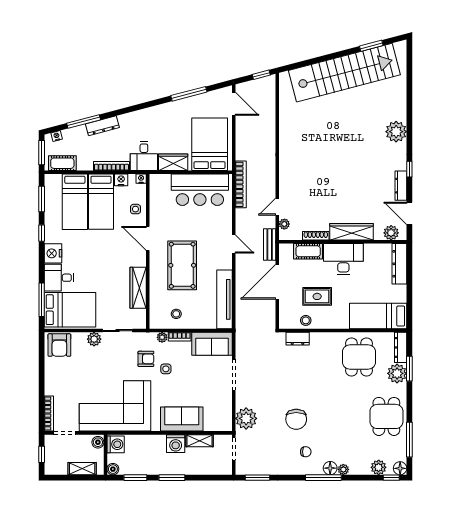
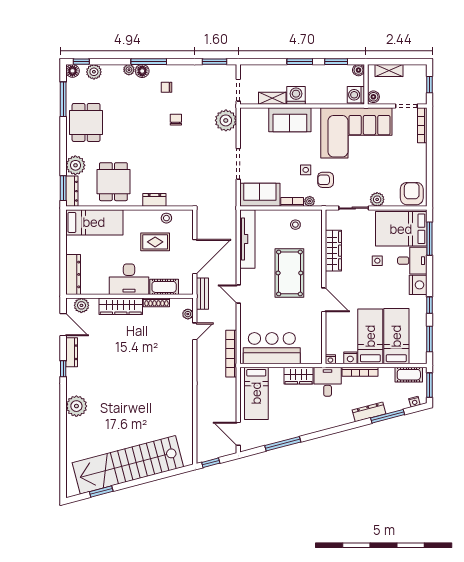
bed: (210, 144) -> (256, 393), width x0.67
side table: (135, 209) -> (377, 261), moved
dresser: (298, 339) -> (154, 200), moved
window: (409, 369) -> (63, 188), moved
chair: (296, 419) -> (176, 120), width x0.54, depth x0.54

